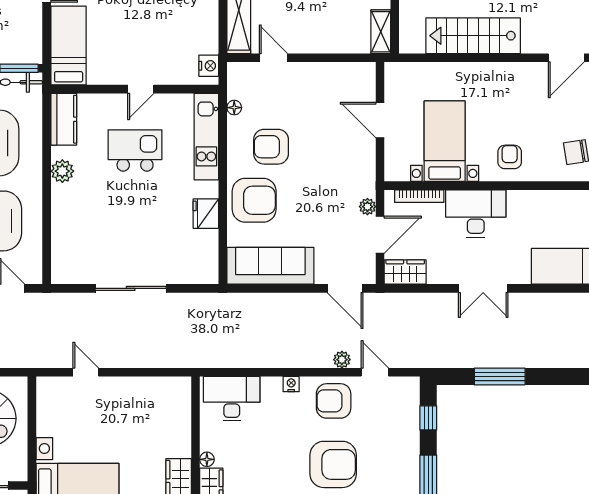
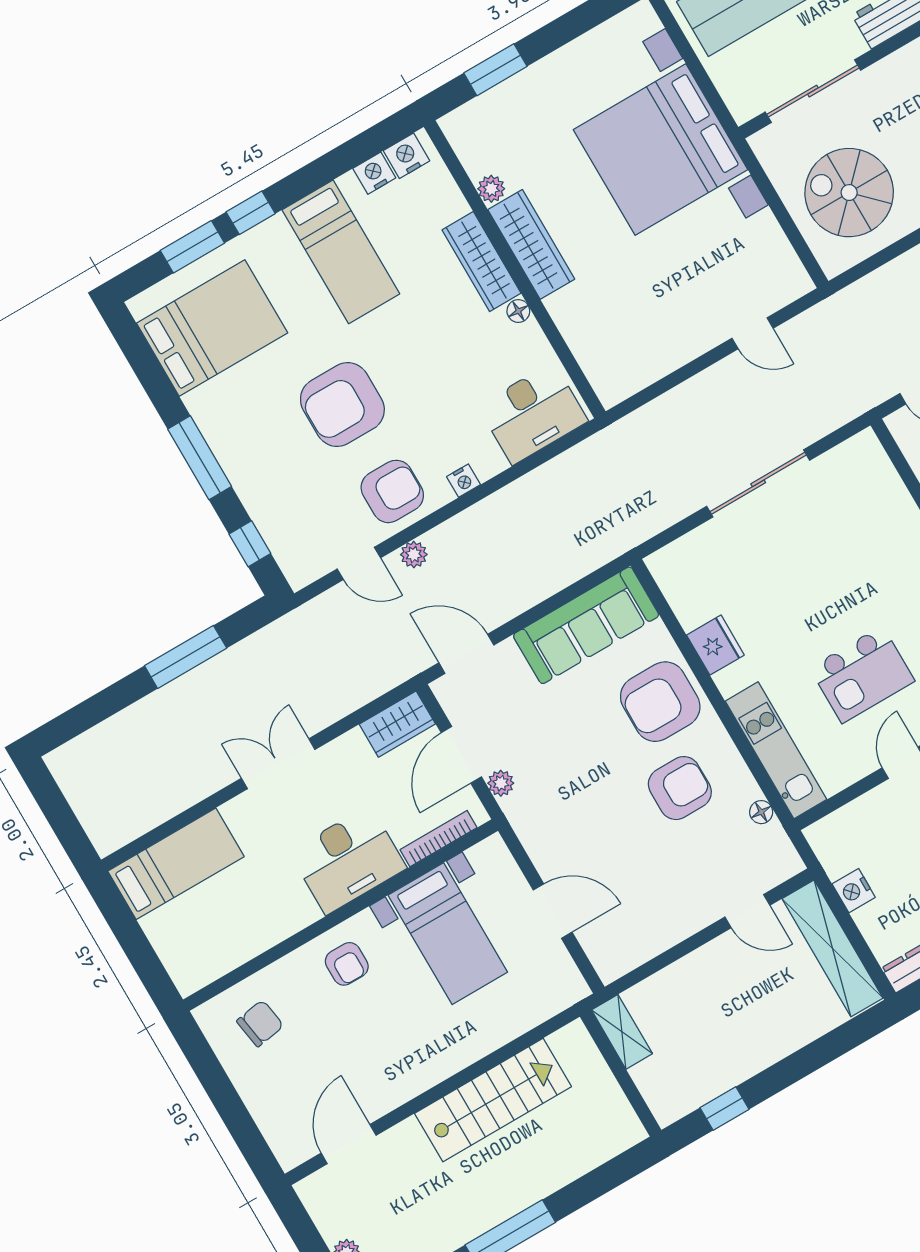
nightstand: (209, 66) -> (854, 891), moved

